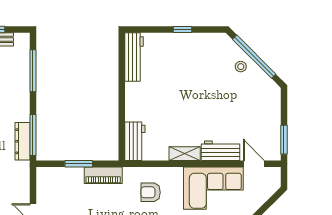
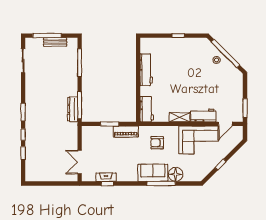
workbench: (134, 57) -> (146, 70), moved
door: (254, 164) -> (225, 124), swing flipped

